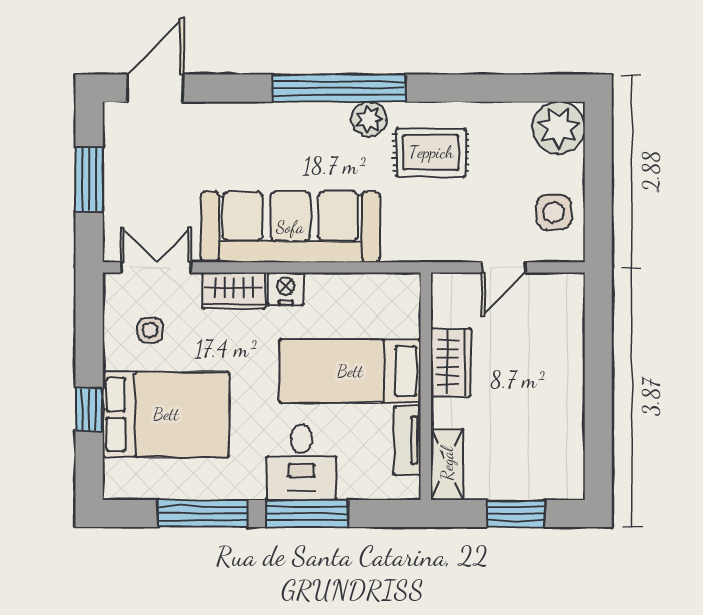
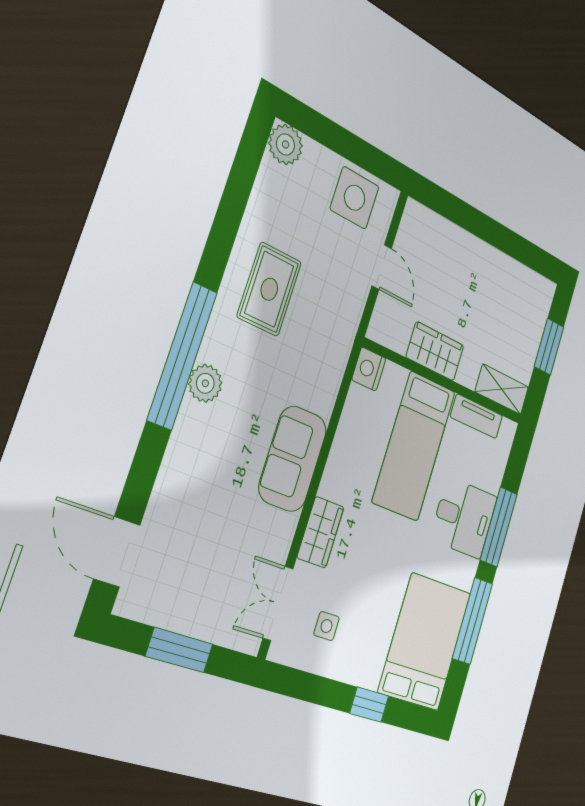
plant: (369, 119) -> (205, 383), moved
plant: (559, 128) -> (286, 145), width x0.73, depth x0.73
side table: (554, 212) -> (355, 198), width x1.37, depth x1.37
sofa: (290, 227) -> (293, 459), width x0.54, depth x0.79
nightstand: (286, 289) -> (369, 369), moved
bed: (166, 414) -> (425, 642), moved

